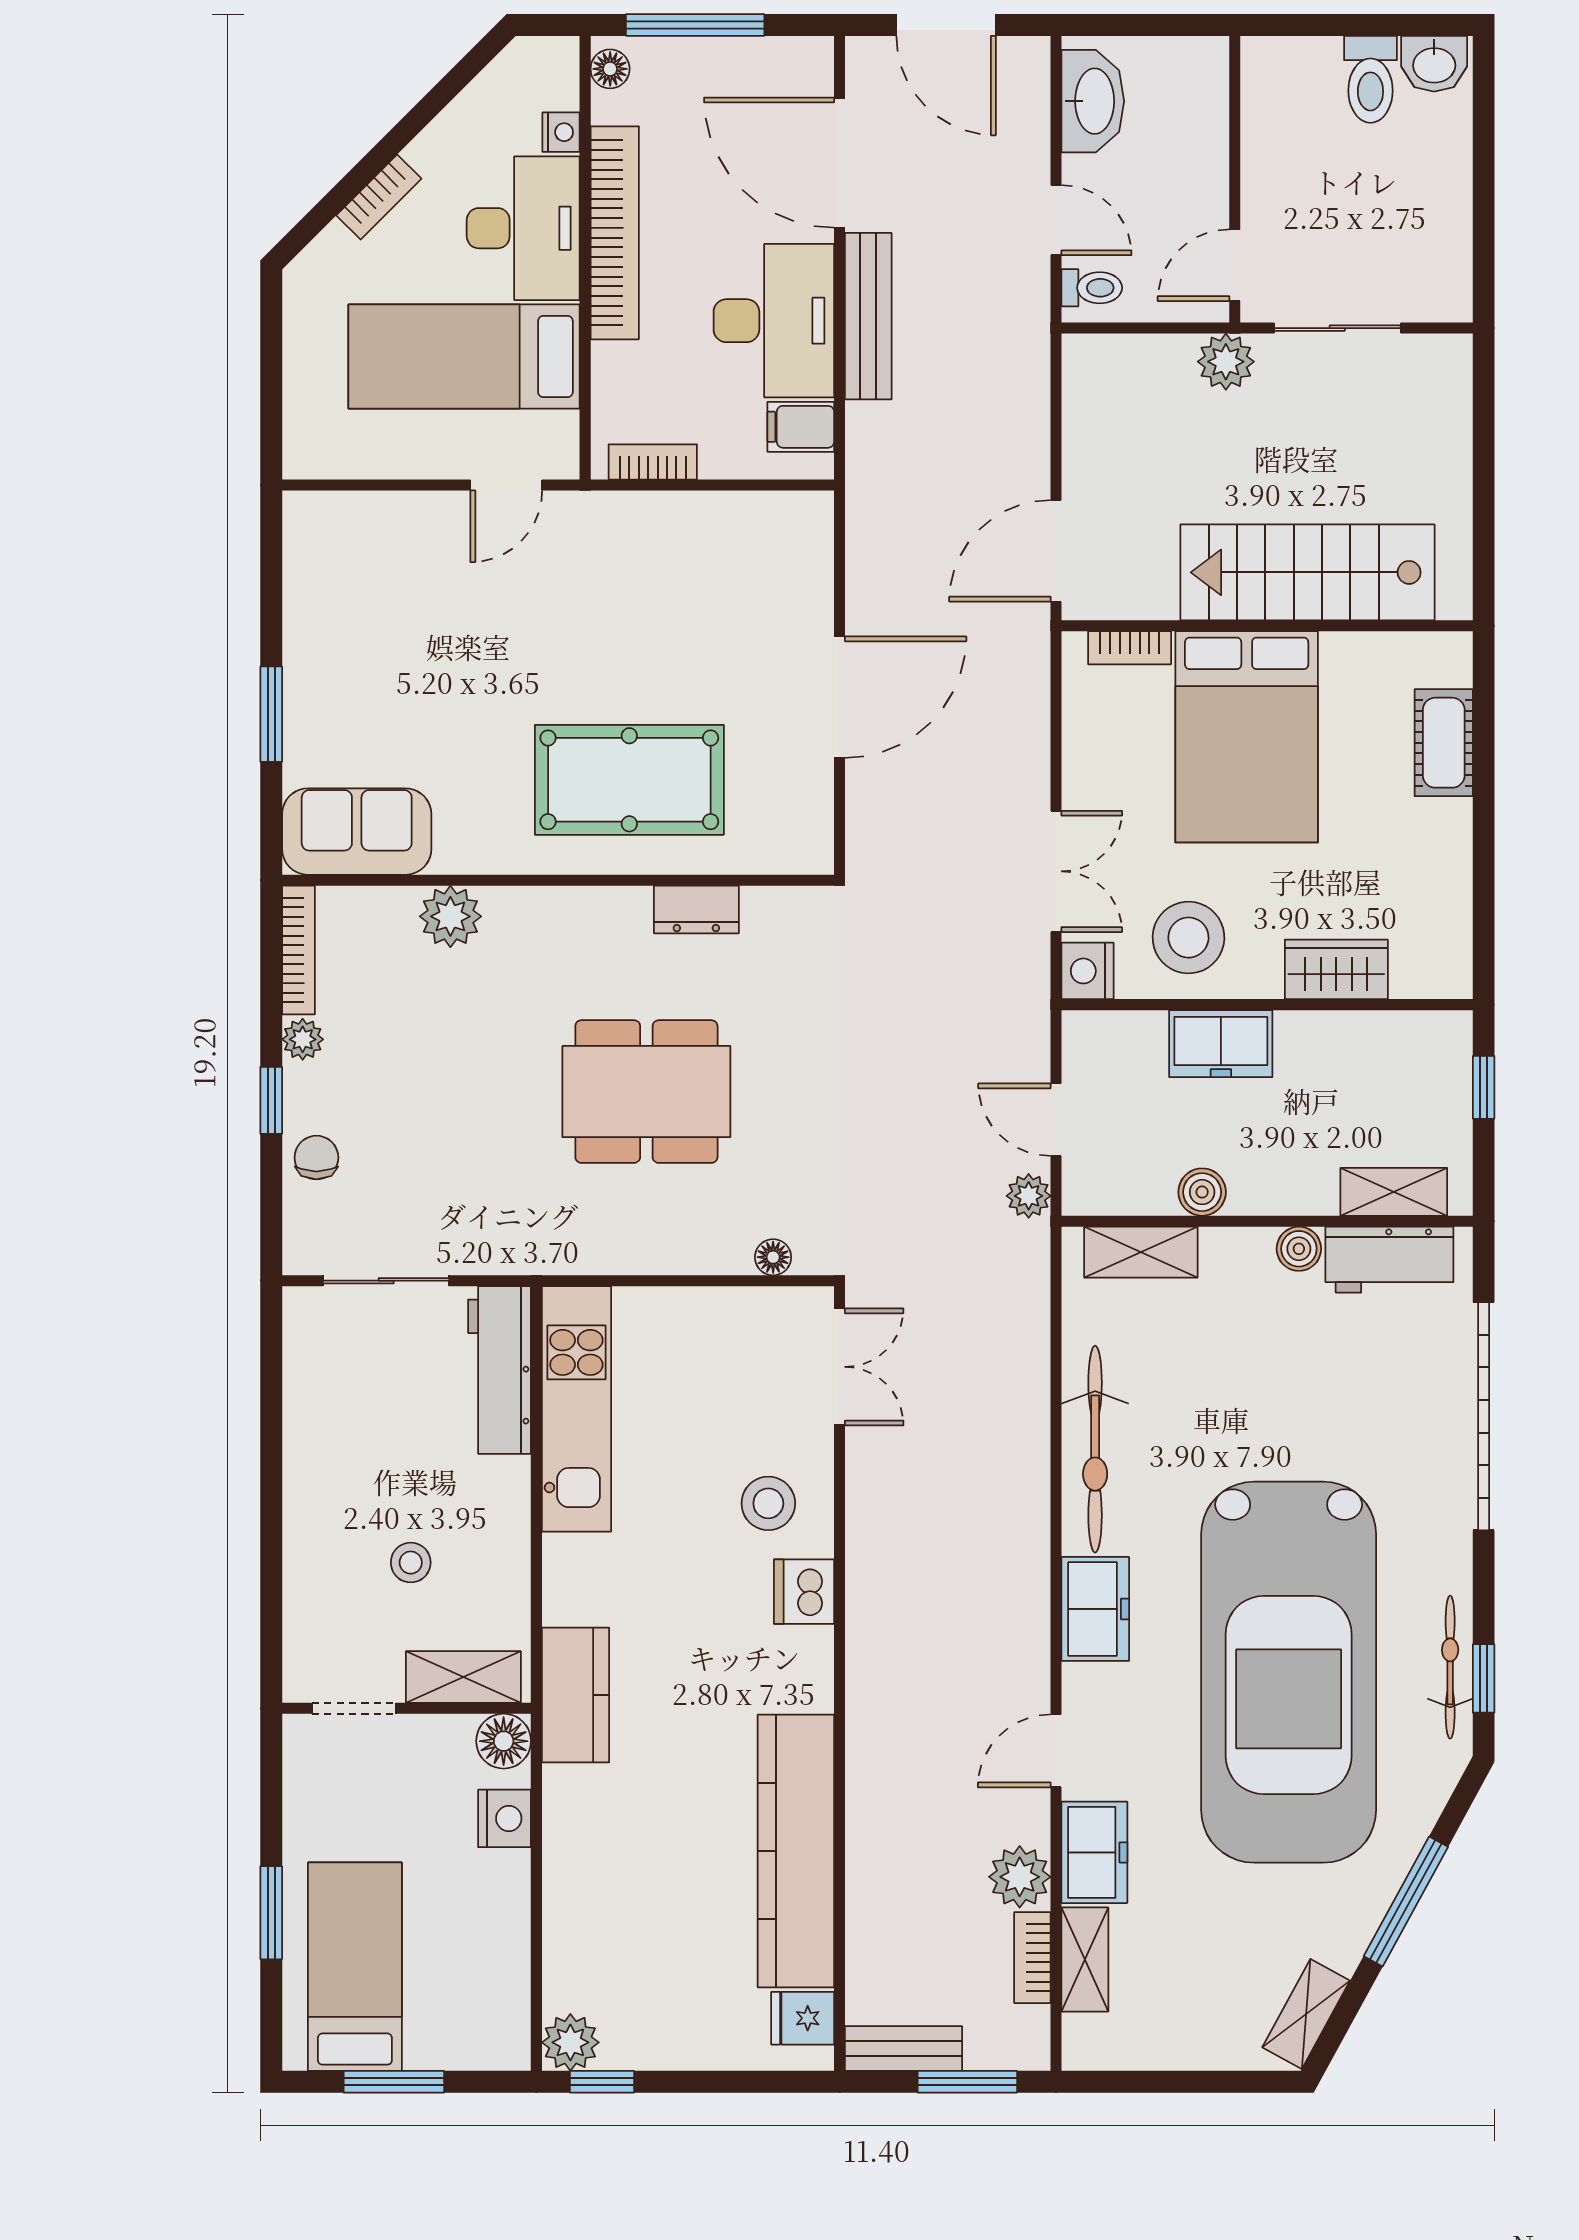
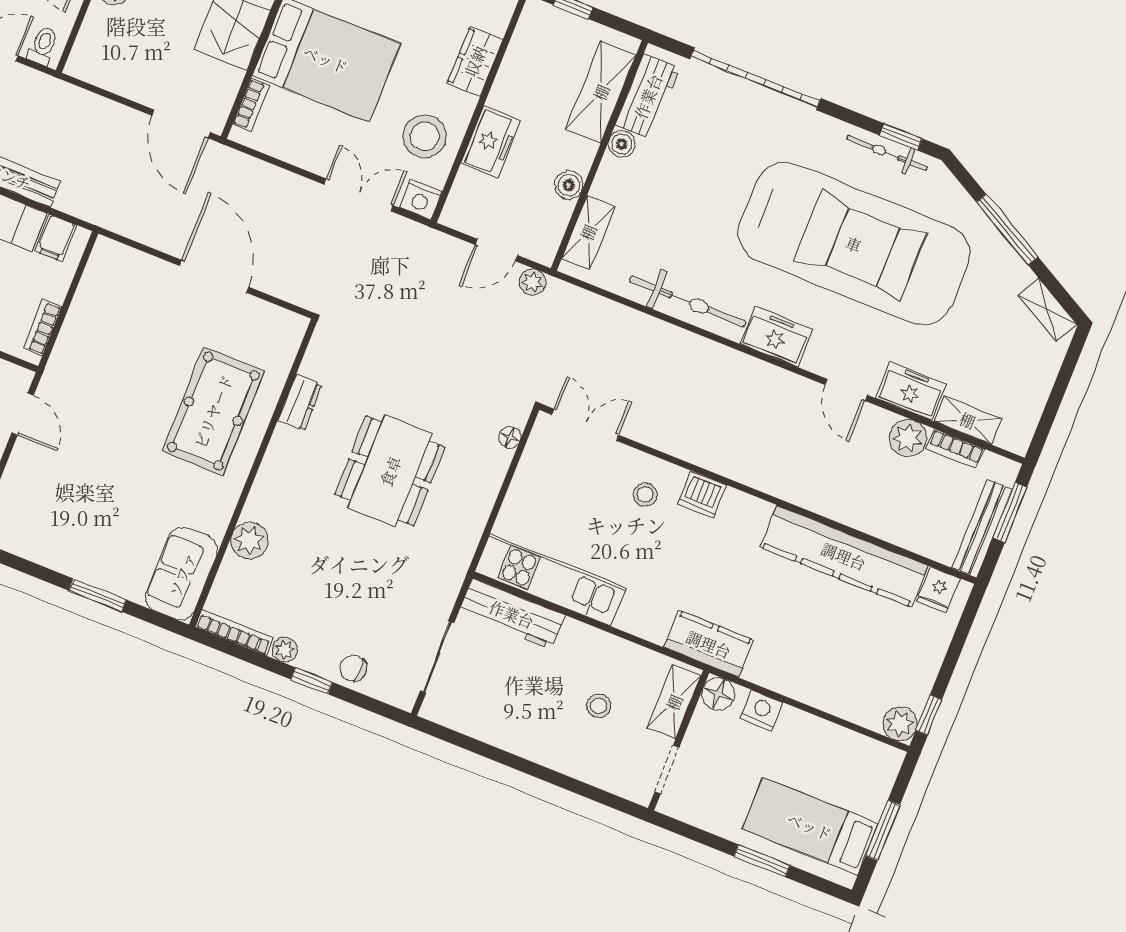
shelving: (1394, 1192) -> (601, 92), width x1.50, depth x1.33
stool: (768, 1503) -> (645, 495), width x0.73, depth x0.73
bench: (904, 2049) -> (982, 529), width x1.36

